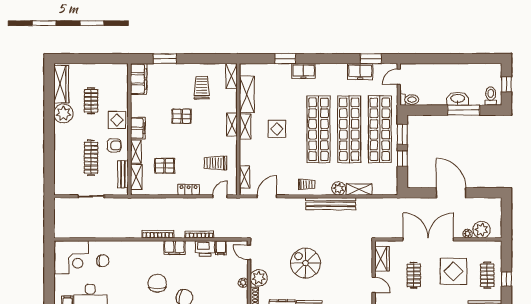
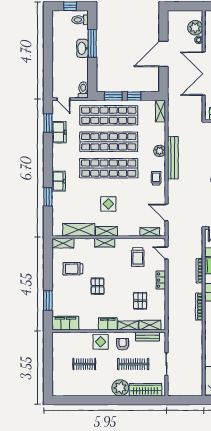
wardrobe: (61, 84) -> (146, 390), moved
plant: (63, 113) -> (120, 388), moved
shelving: (359, 189) -> (161, 111), moved

